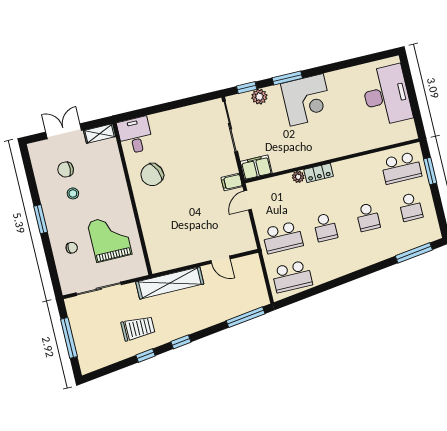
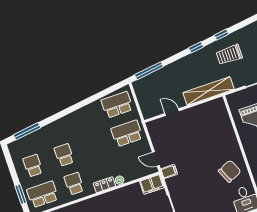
door: (248, 200) -> (156, 159), swing flipped
school desk: (325, 227) -> (74, 184), moved

